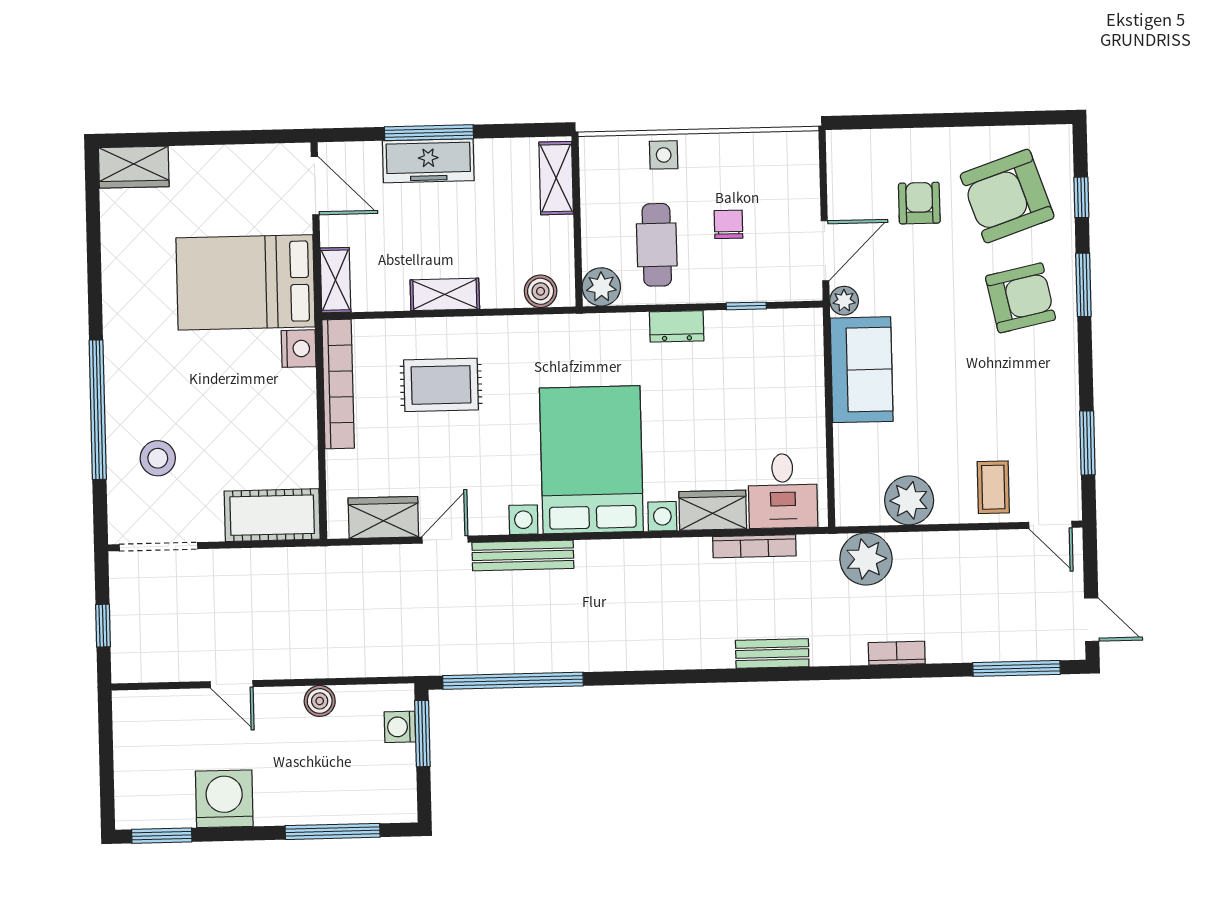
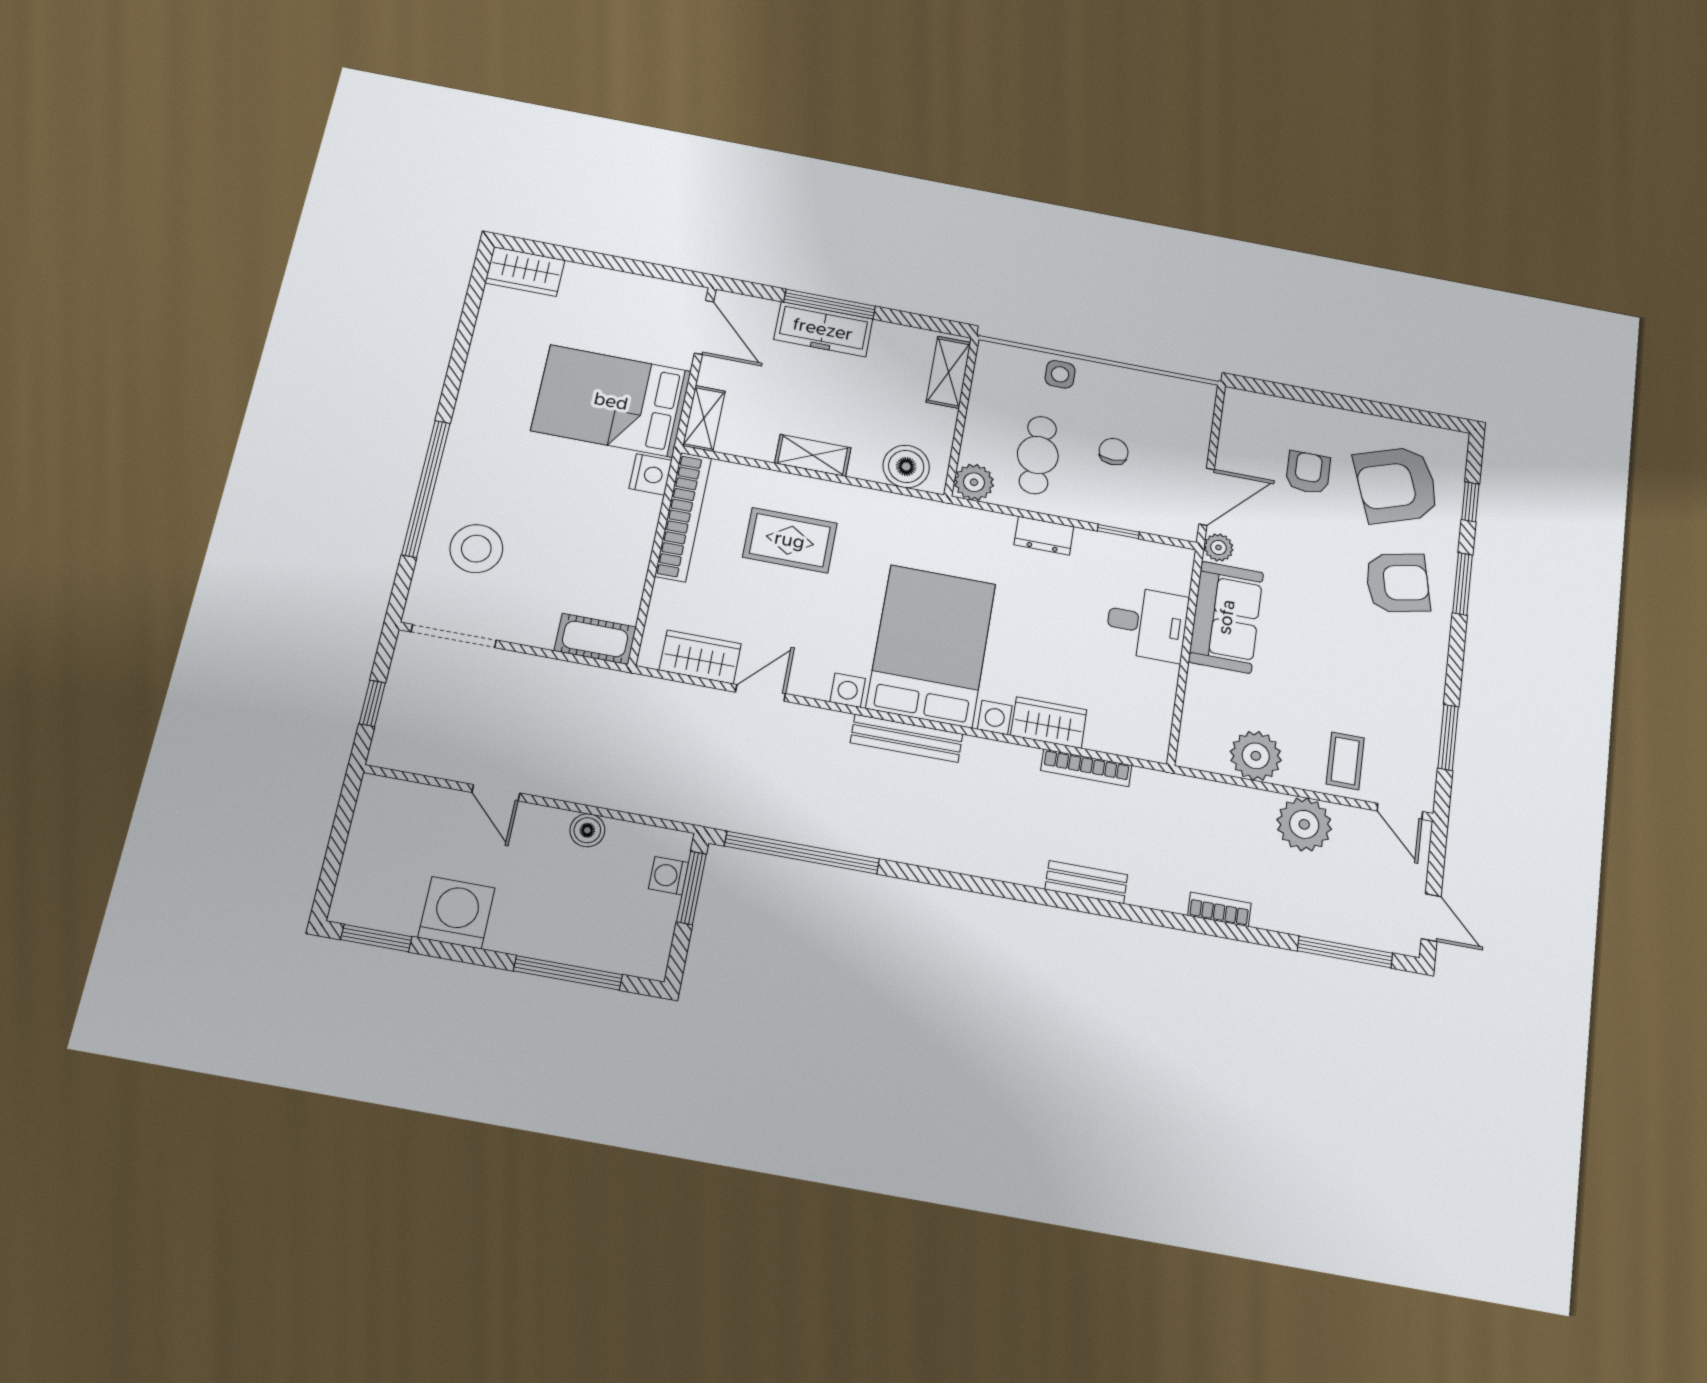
boiler: (541, 291) -> (906, 466), width x1.36, depth x1.36
stool: (158, 458) -> (476, 549), width x1.38, depth x1.38
desk: (783, 491) -> (1147, 624), moved, turned -90
cot: (272, 515) -> (595, 639), width x0.73, depth x0.75
bench: (523, 555) -> (907, 738), moved
plant: (866, 559) -> (1304, 824), moved

